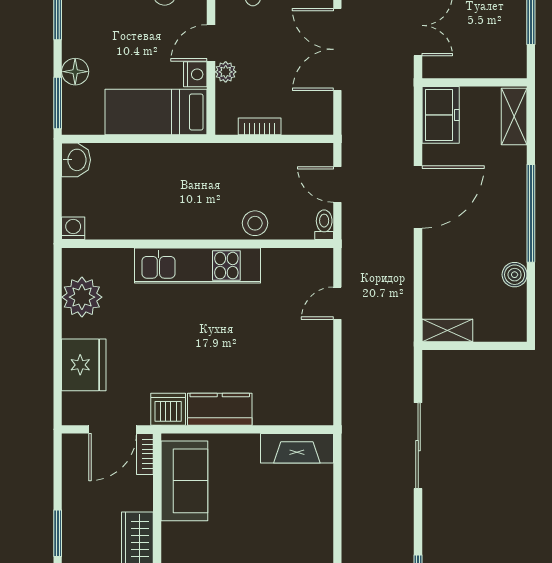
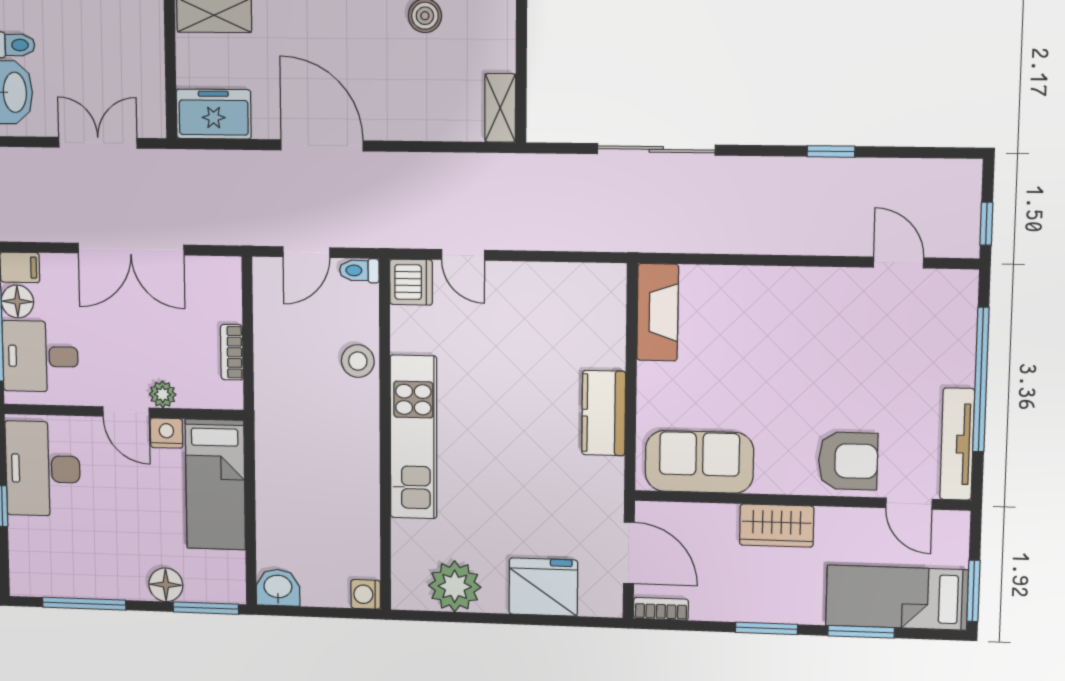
dishwasher: (168, 409) -> (411, 282), moved, turned 180
bookcase: (145, 454) -> (661, 609), moved, turned 180

